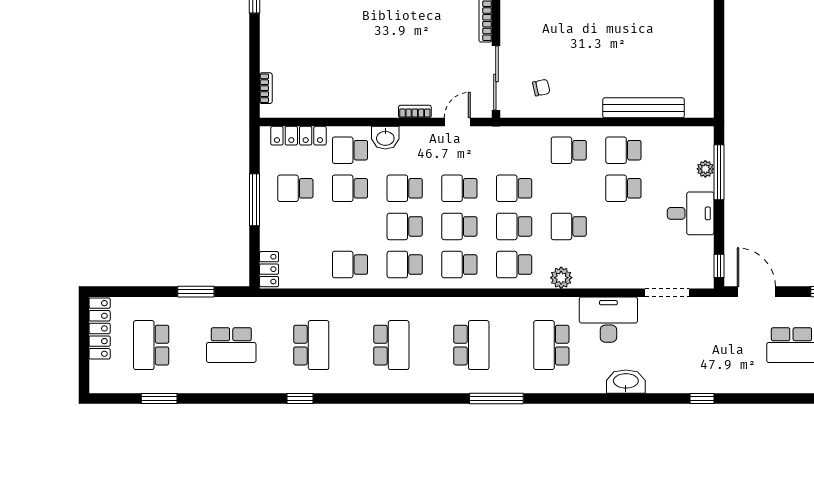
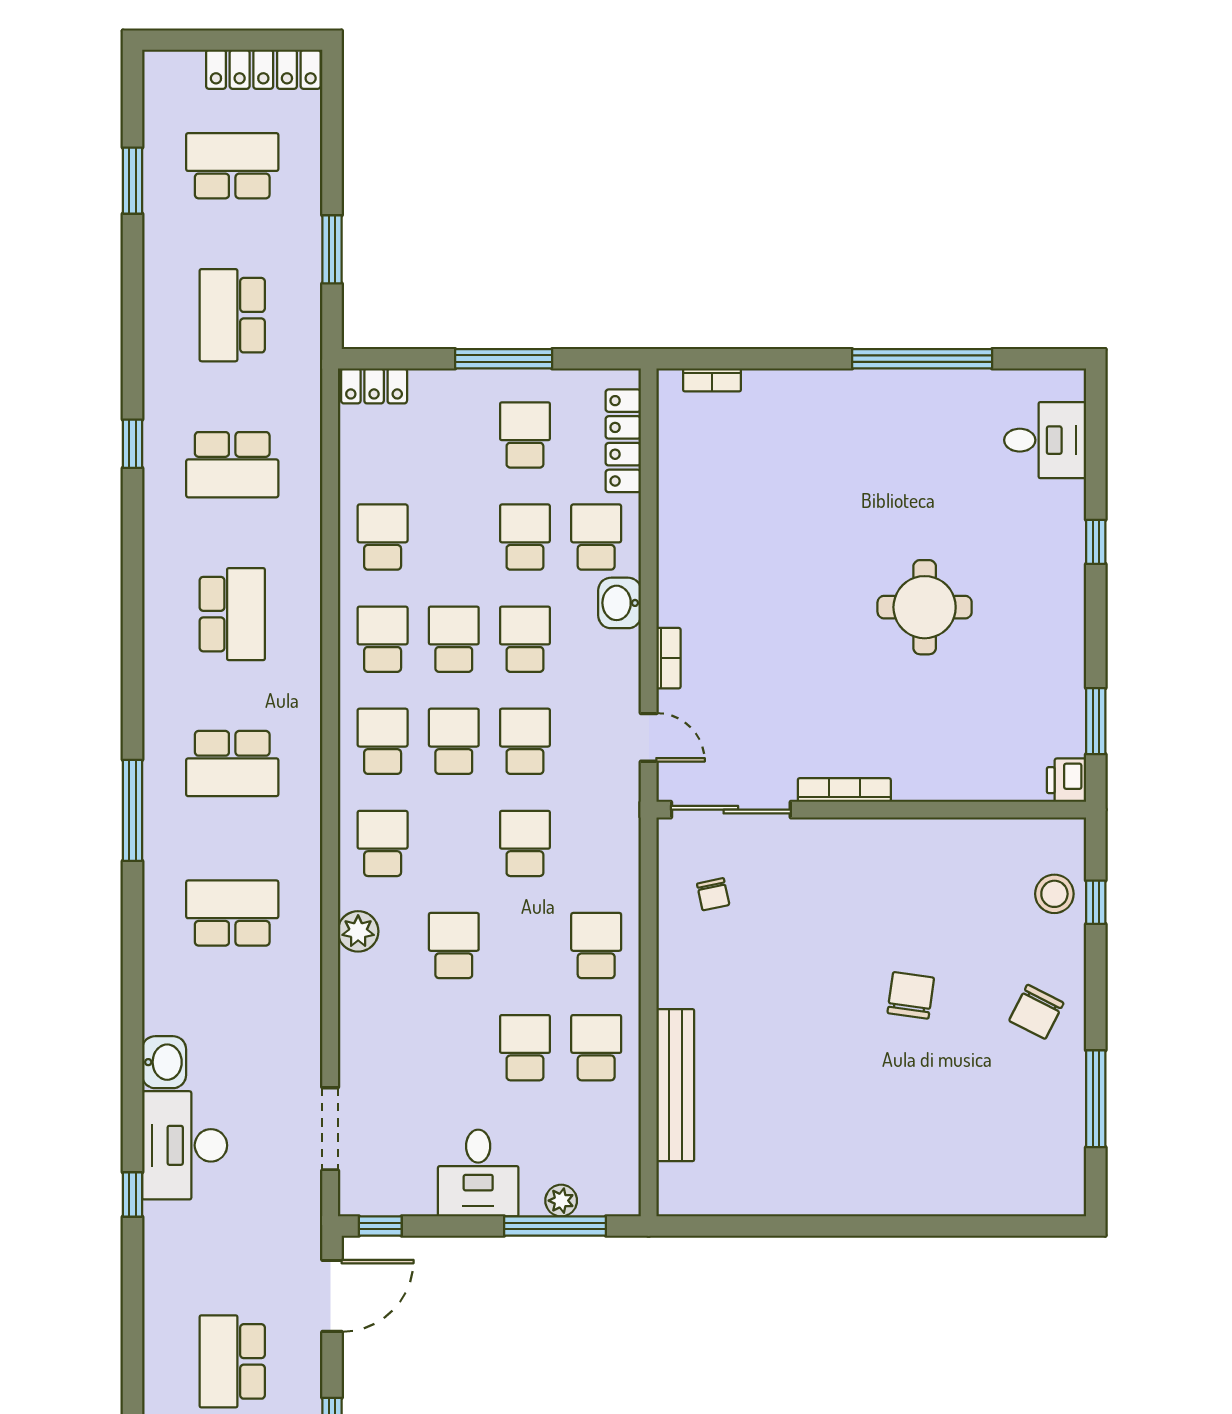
school desk: (514, 226) -> (454, 843), removed
desk: (608, 320) -> (185, 1145), moved, turned 180
school desk: (391, 345) -> (232, 614), turned -90
washbasin: (626, 382) -> (164, 1062), width x0.72

